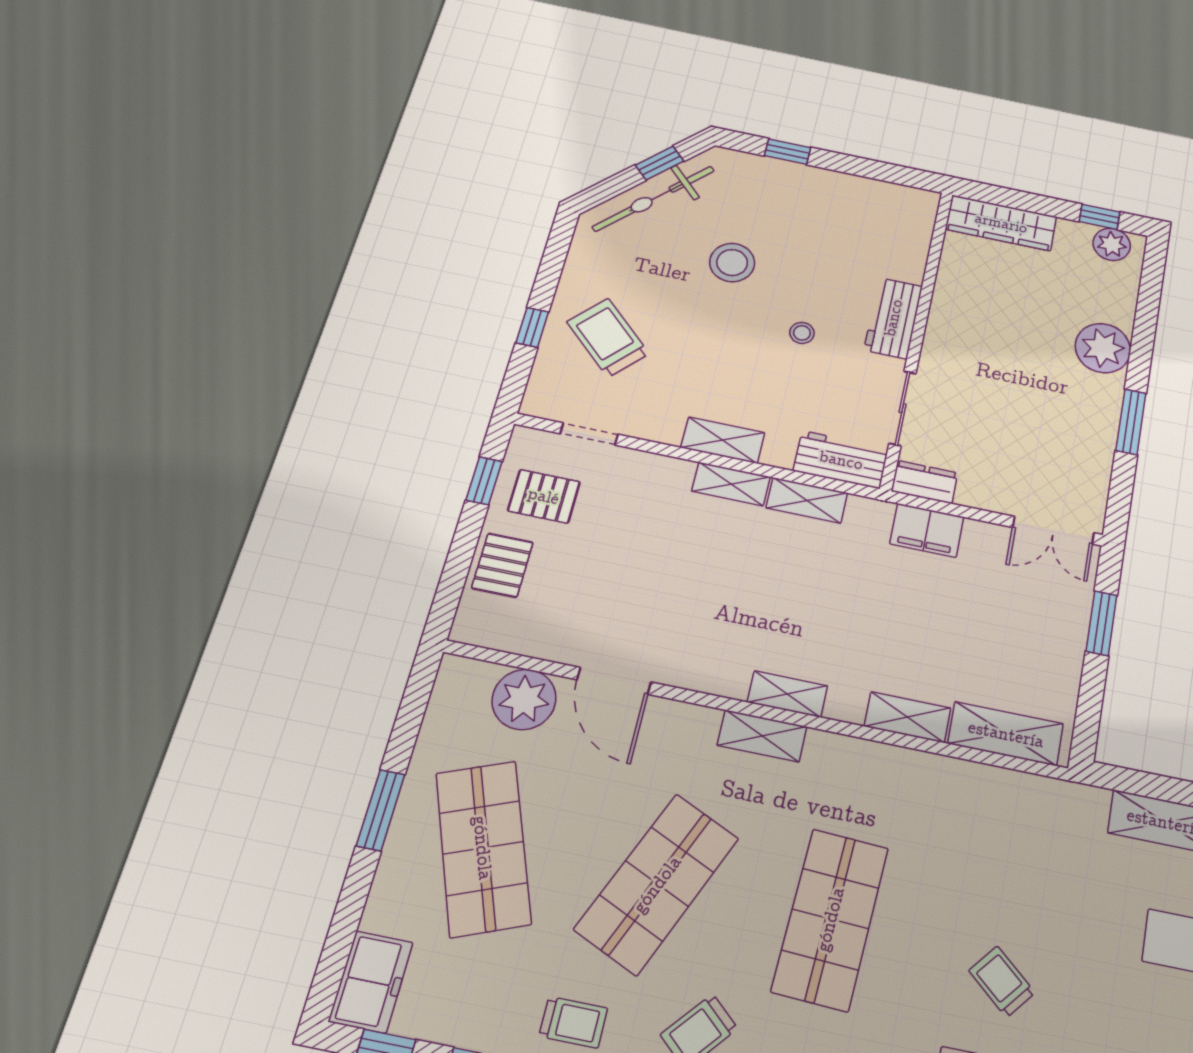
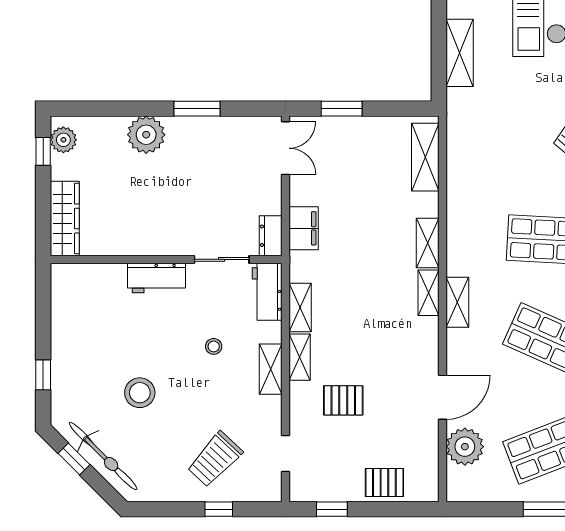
stool: (802, 333) -> (214, 346), moved
pallet: (544, 496) -> (343, 400), moved, turned 90
shelving: (908, 717) -> (428, 243), moved

